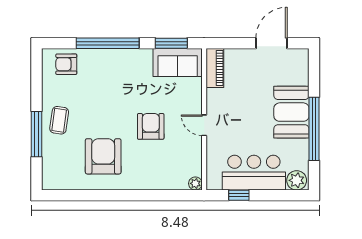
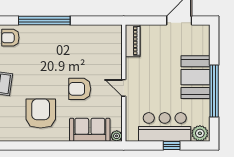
window: (171, 43) -> (97, 20), removed
sofa: (178, 63) -> (90, 130), moved, turned 180
armchair: (151, 126) -> (80, 89), turned -90
window: (239, 195) -> (172, 146), moved

